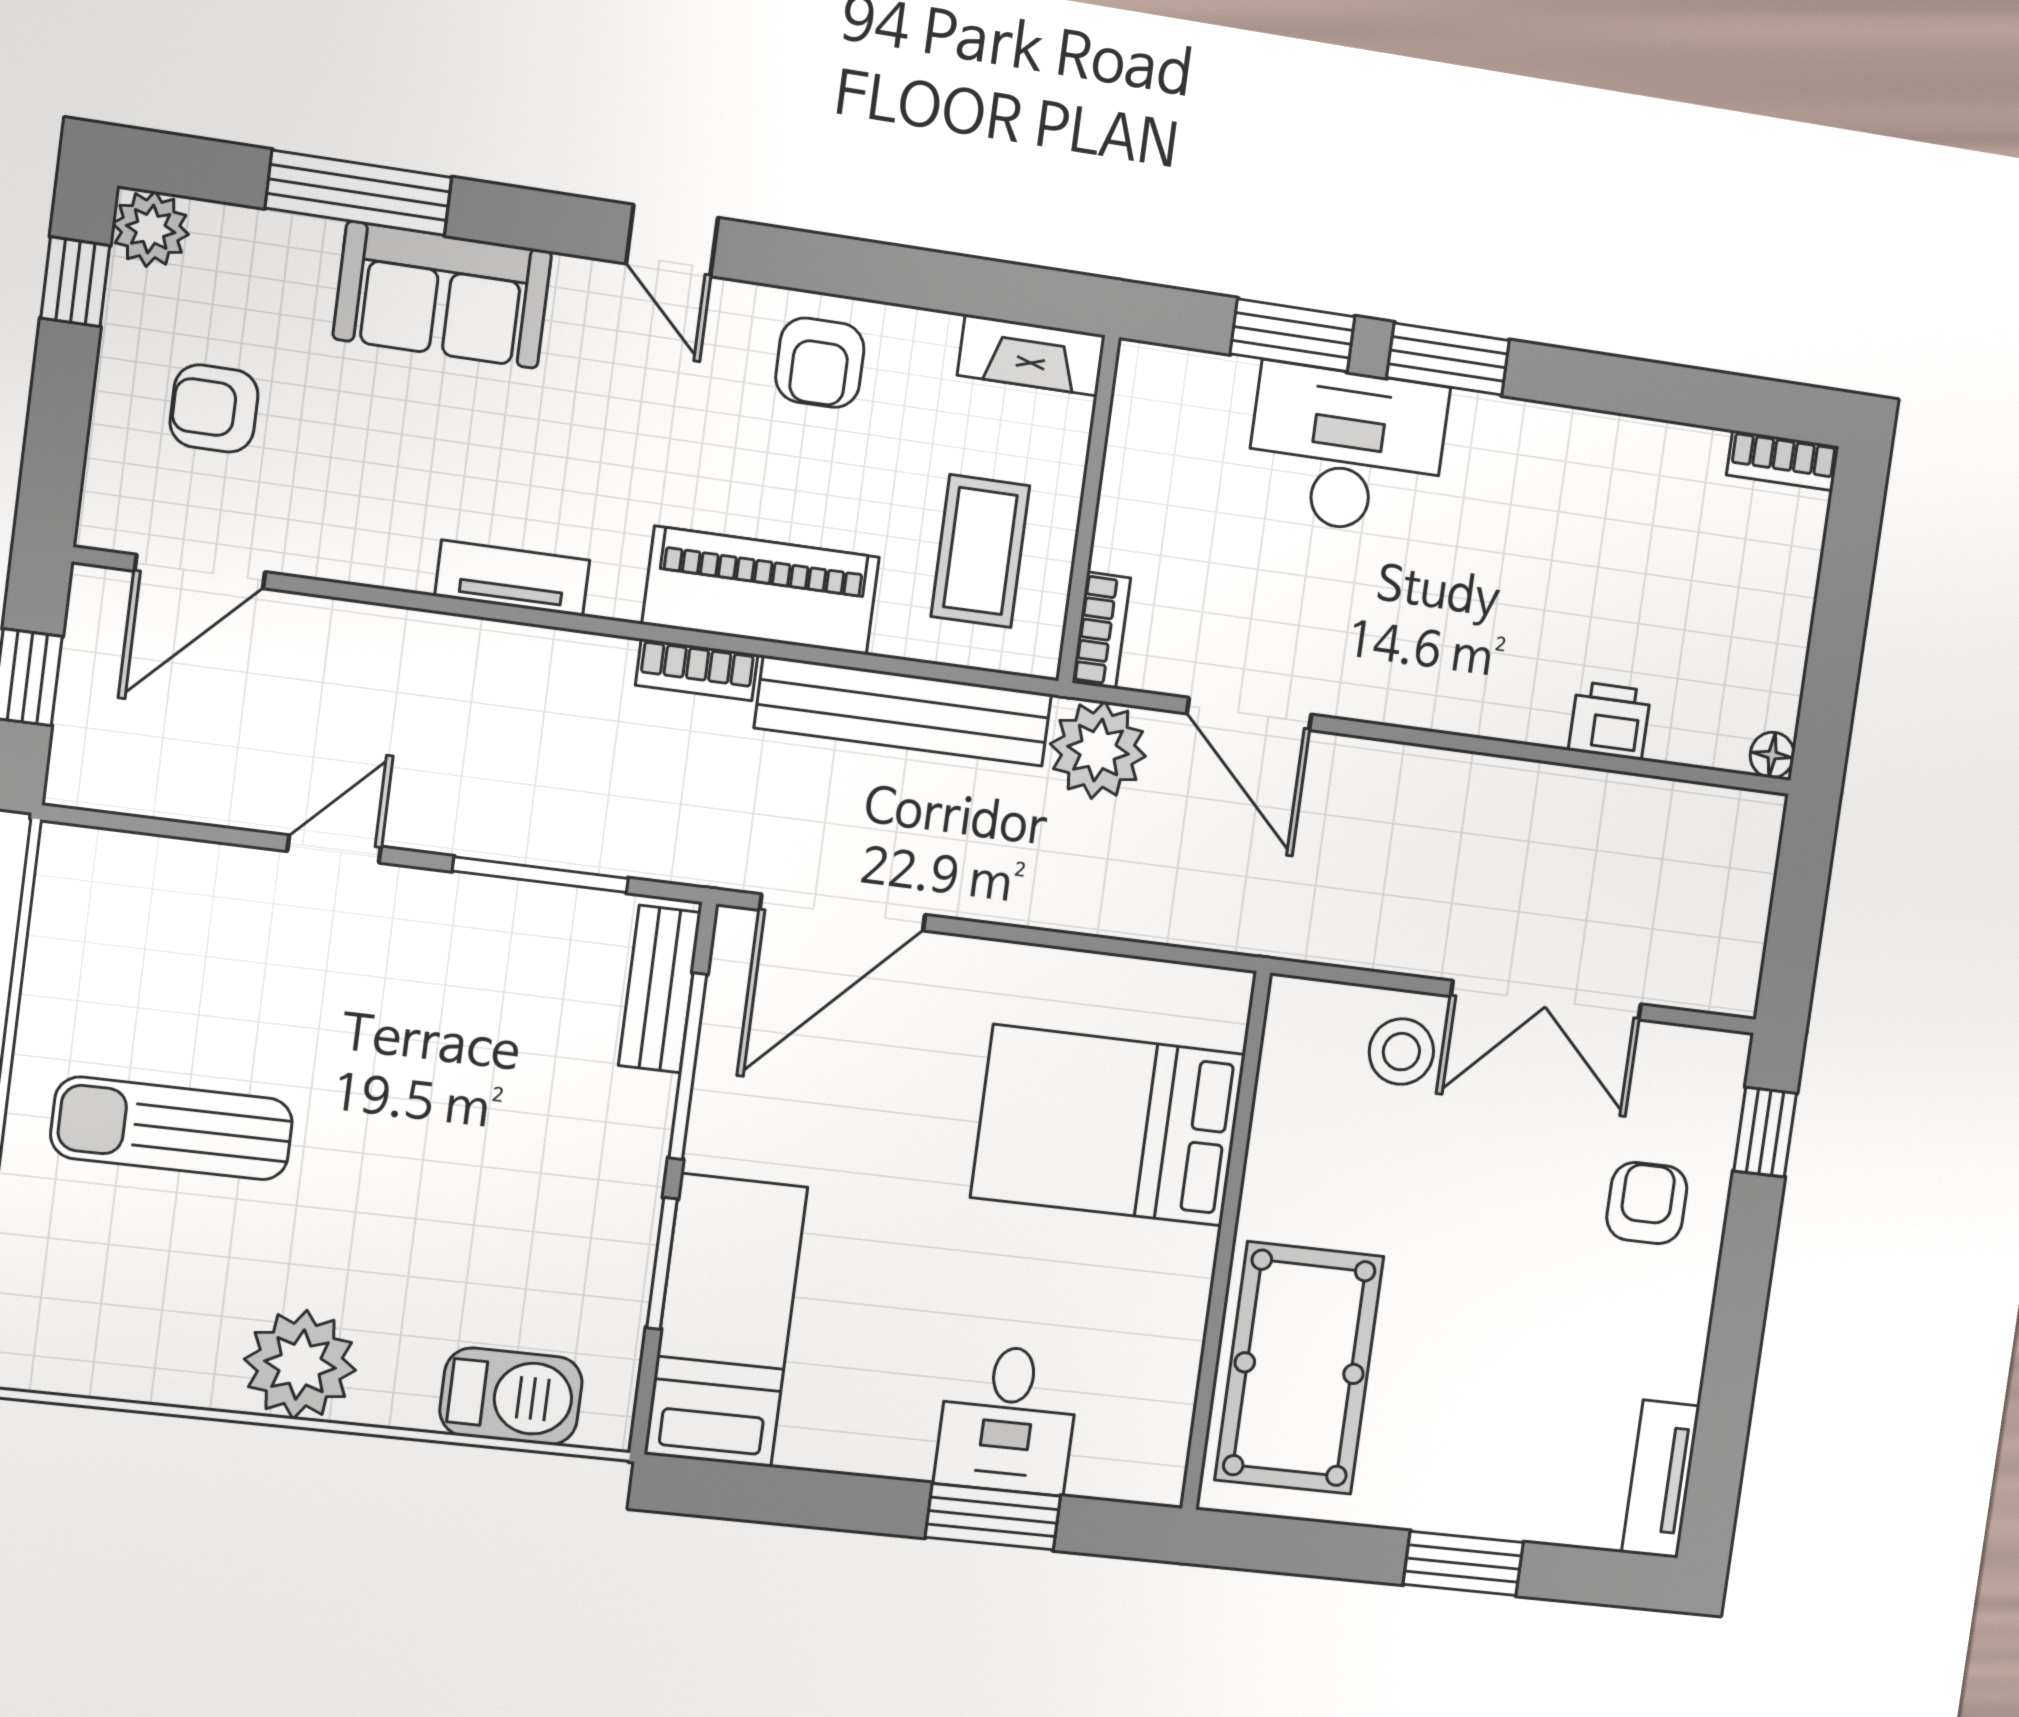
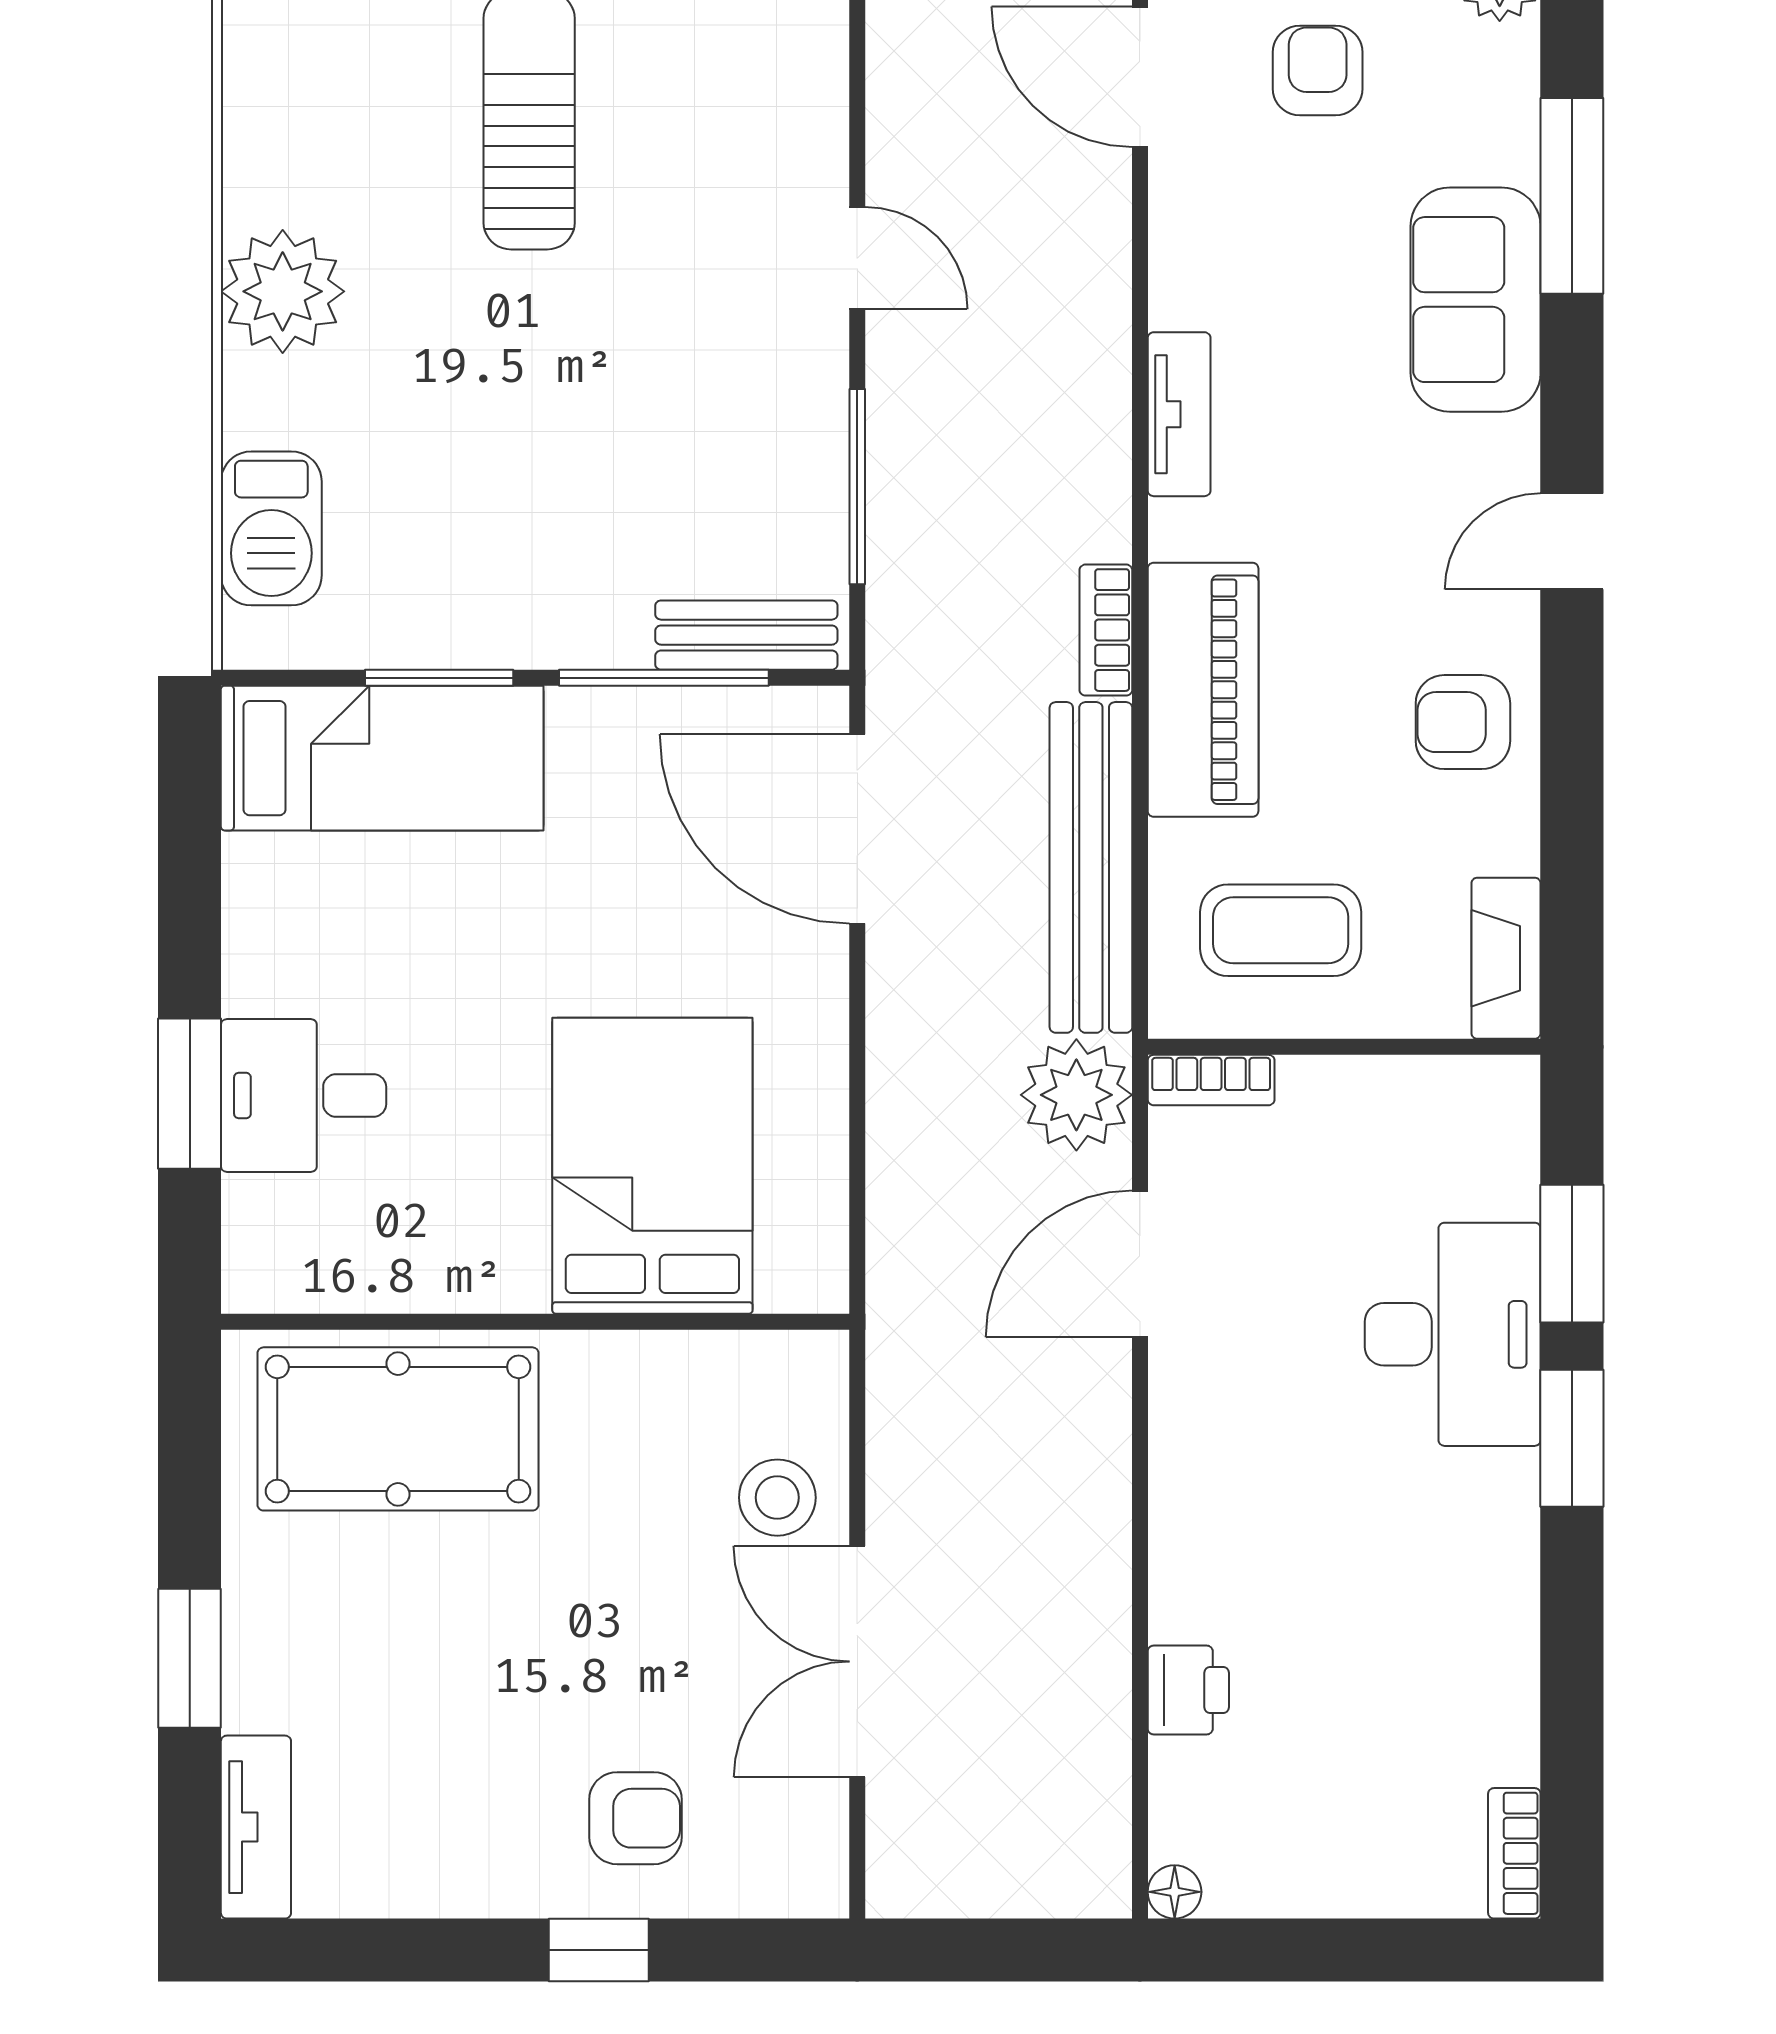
window: (1765, 1132) -> (599, 1950), moved
tv unit: (1661, 1479) -> (256, 1827), moved, turned 90

